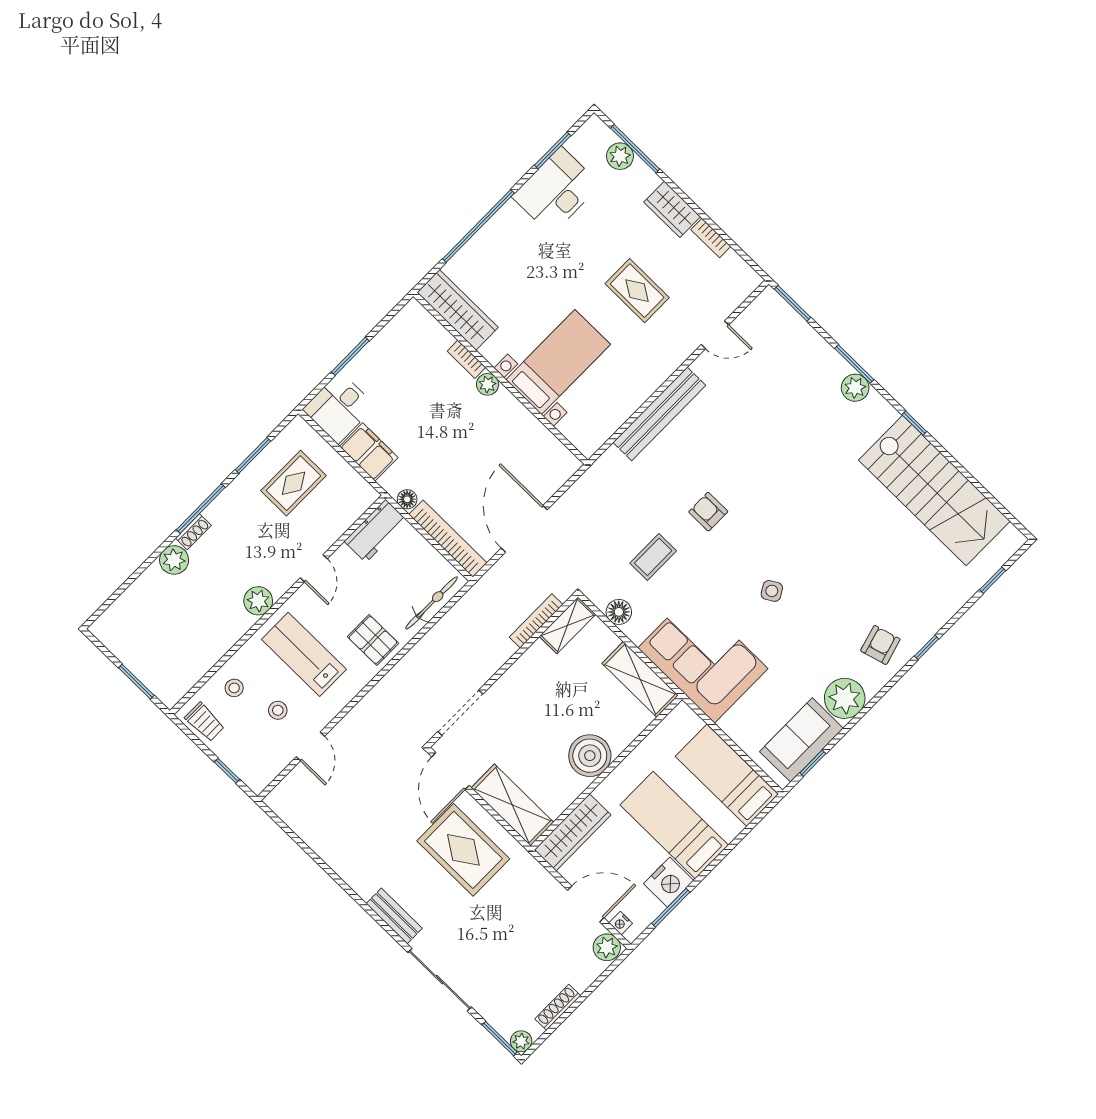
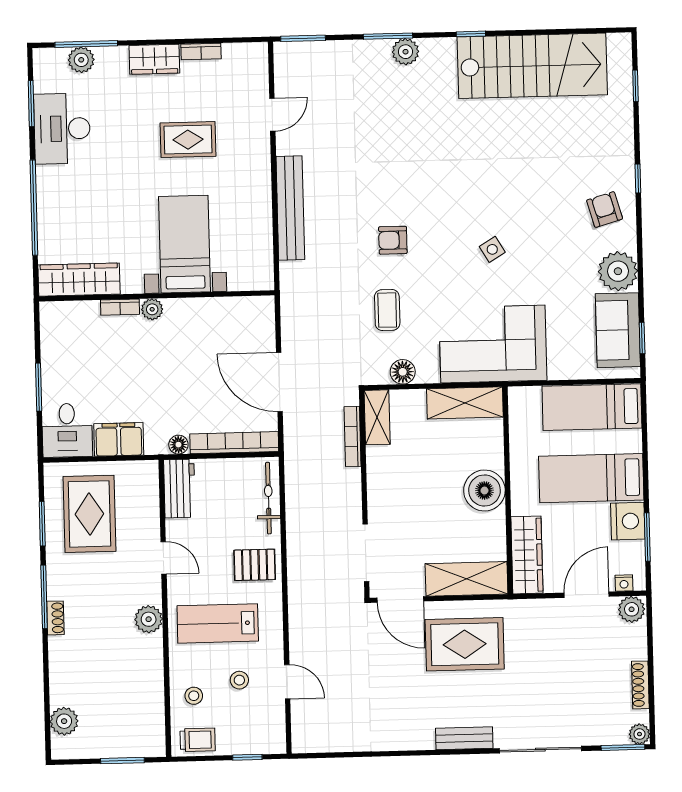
rug: (293, 483) -> (89, 514), width x1.36, depth x1.43
plant: (174, 560) -> (64, 721), moved

